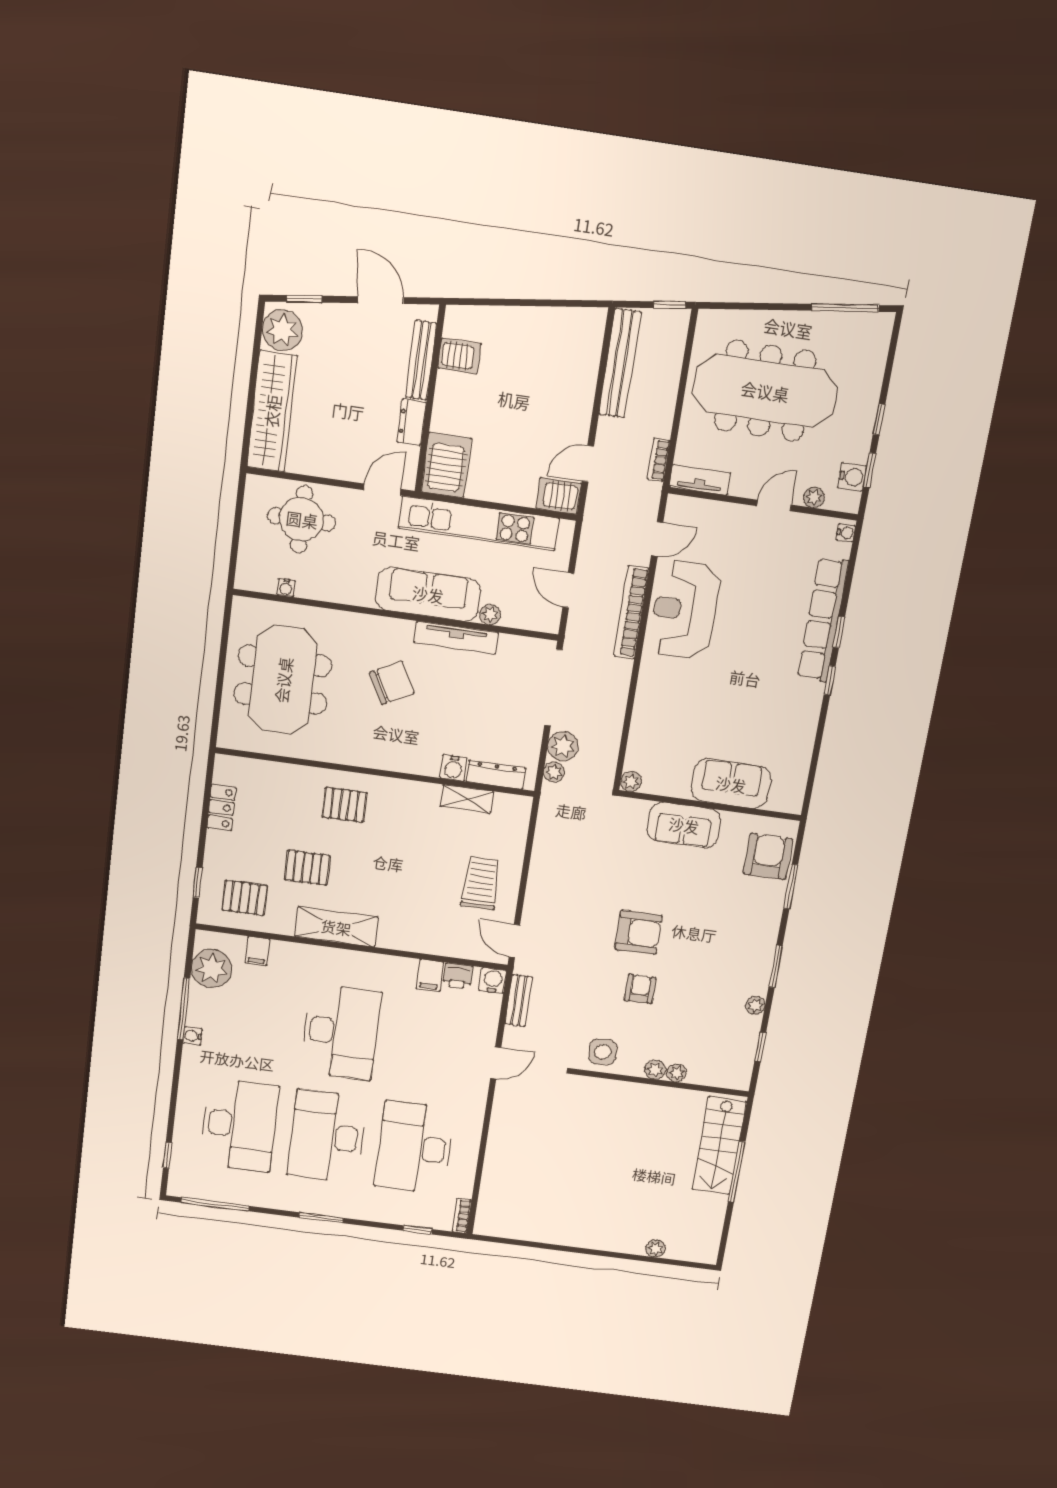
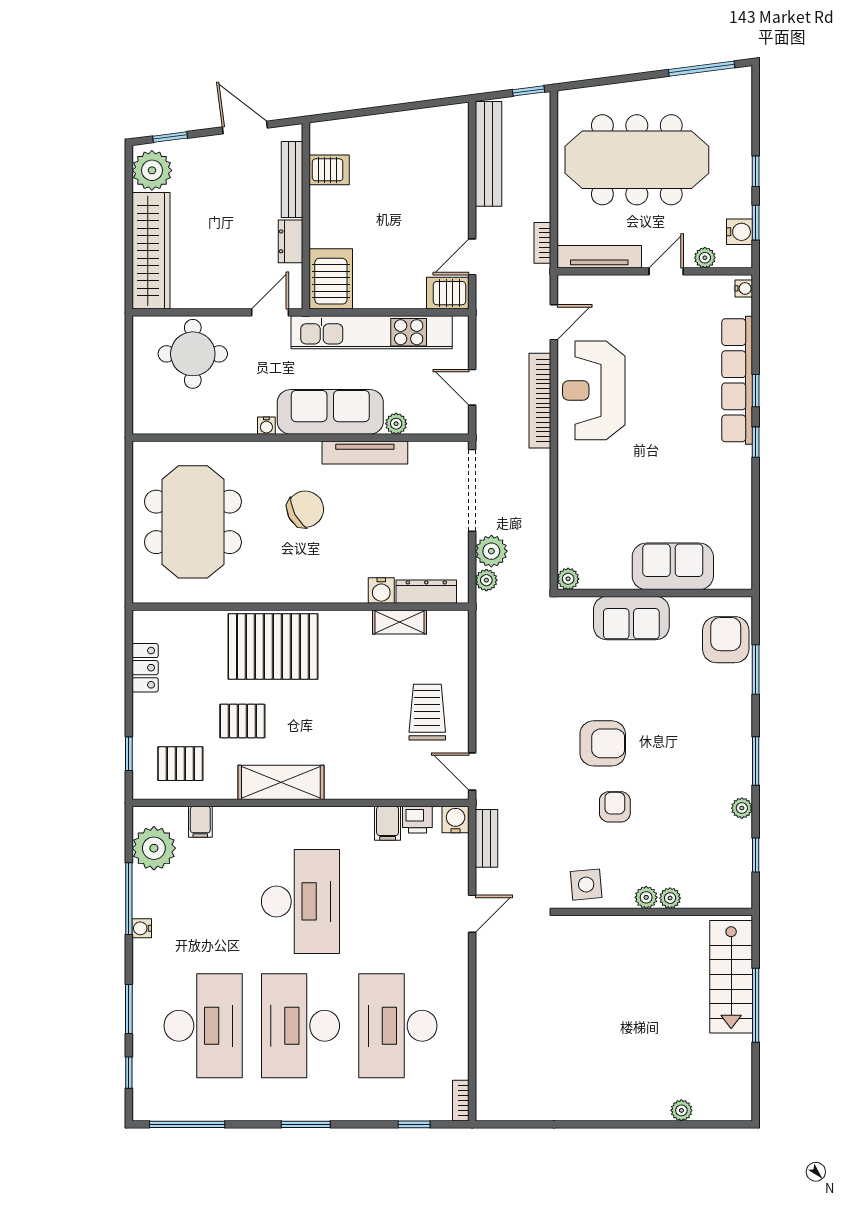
tv unit: (700, 480) -> (599, 257), width x1.41
water cooler: (286, 588) -> (266, 426), moved
pallet: (344, 805) -> (273, 646), width x2.05, depth x2.00
window: (173, 1102) -> (129, 1009), added

